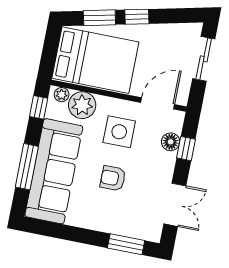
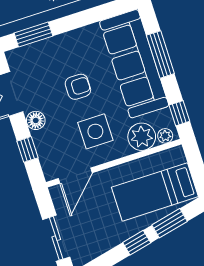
bed: (95, 60) -> (155, 192), width x0.67
floor lamp: (171, 142) -> (36, 120), moved

